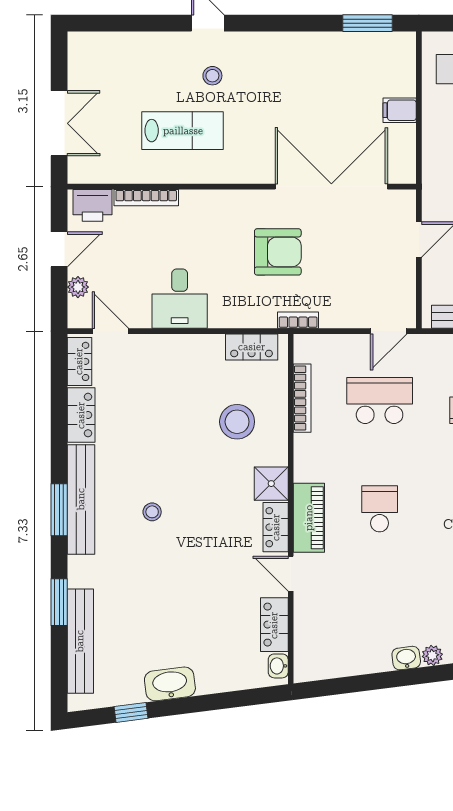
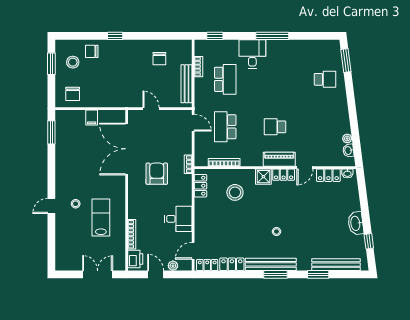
plant: (432, 655) -> (347, 138), moved
washbasin: (406, 658) -> (348, 150), moved

